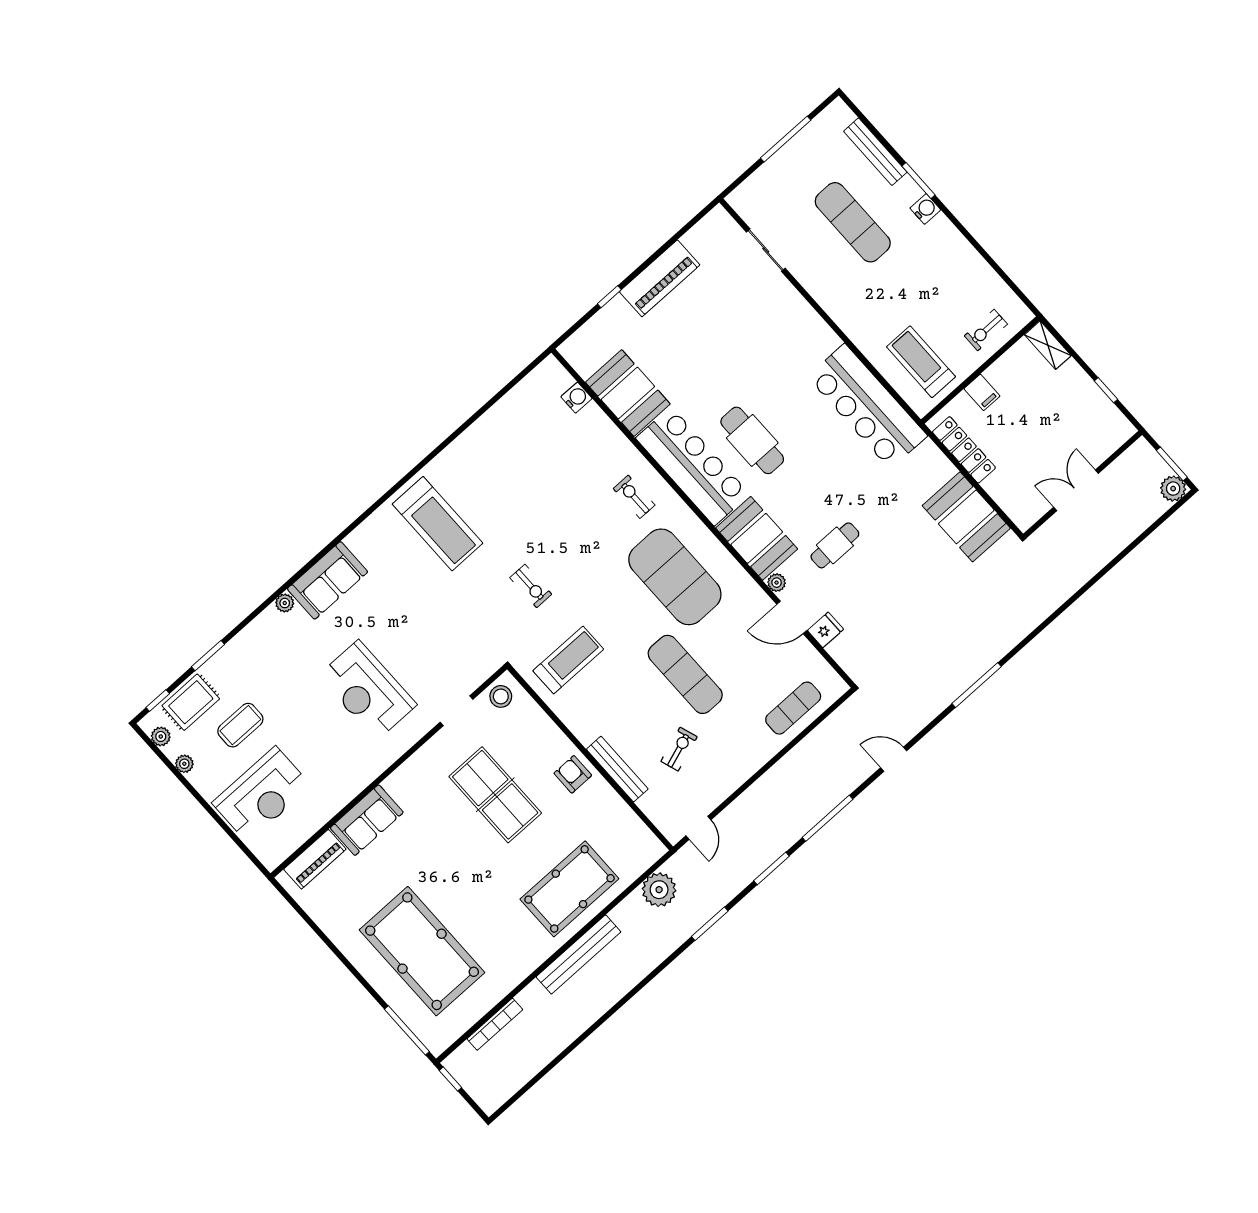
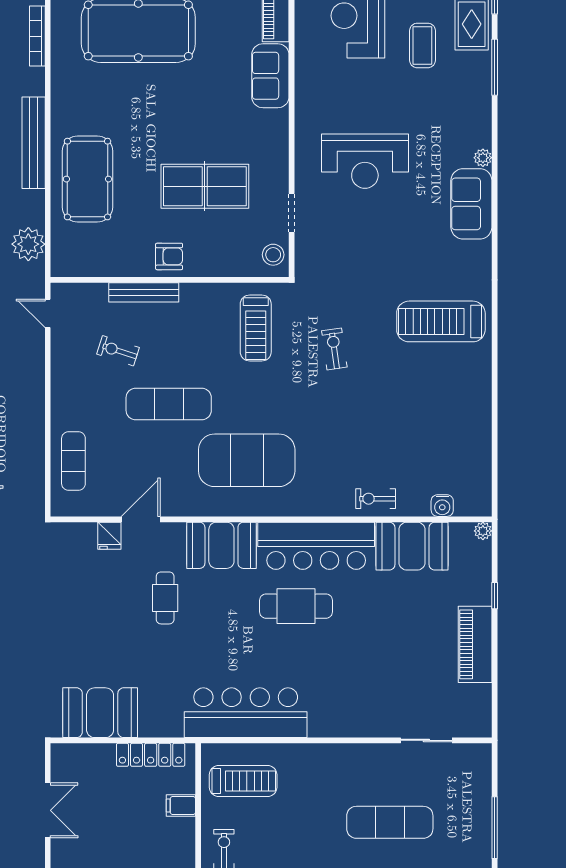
exercise bike: (634, 497) -> (376, 499), moved, turned 180
plant: (777, 583) -> (483, 531), moved
exercise bike: (531, 586) -> (334, 349), turned 82
window: (208, 656) -> (495, 67), width x1.44
reception desk: (367, 690) -> (365, 161), turned 180
exercise bike: (679, 749) -> (118, 351), turned 127

